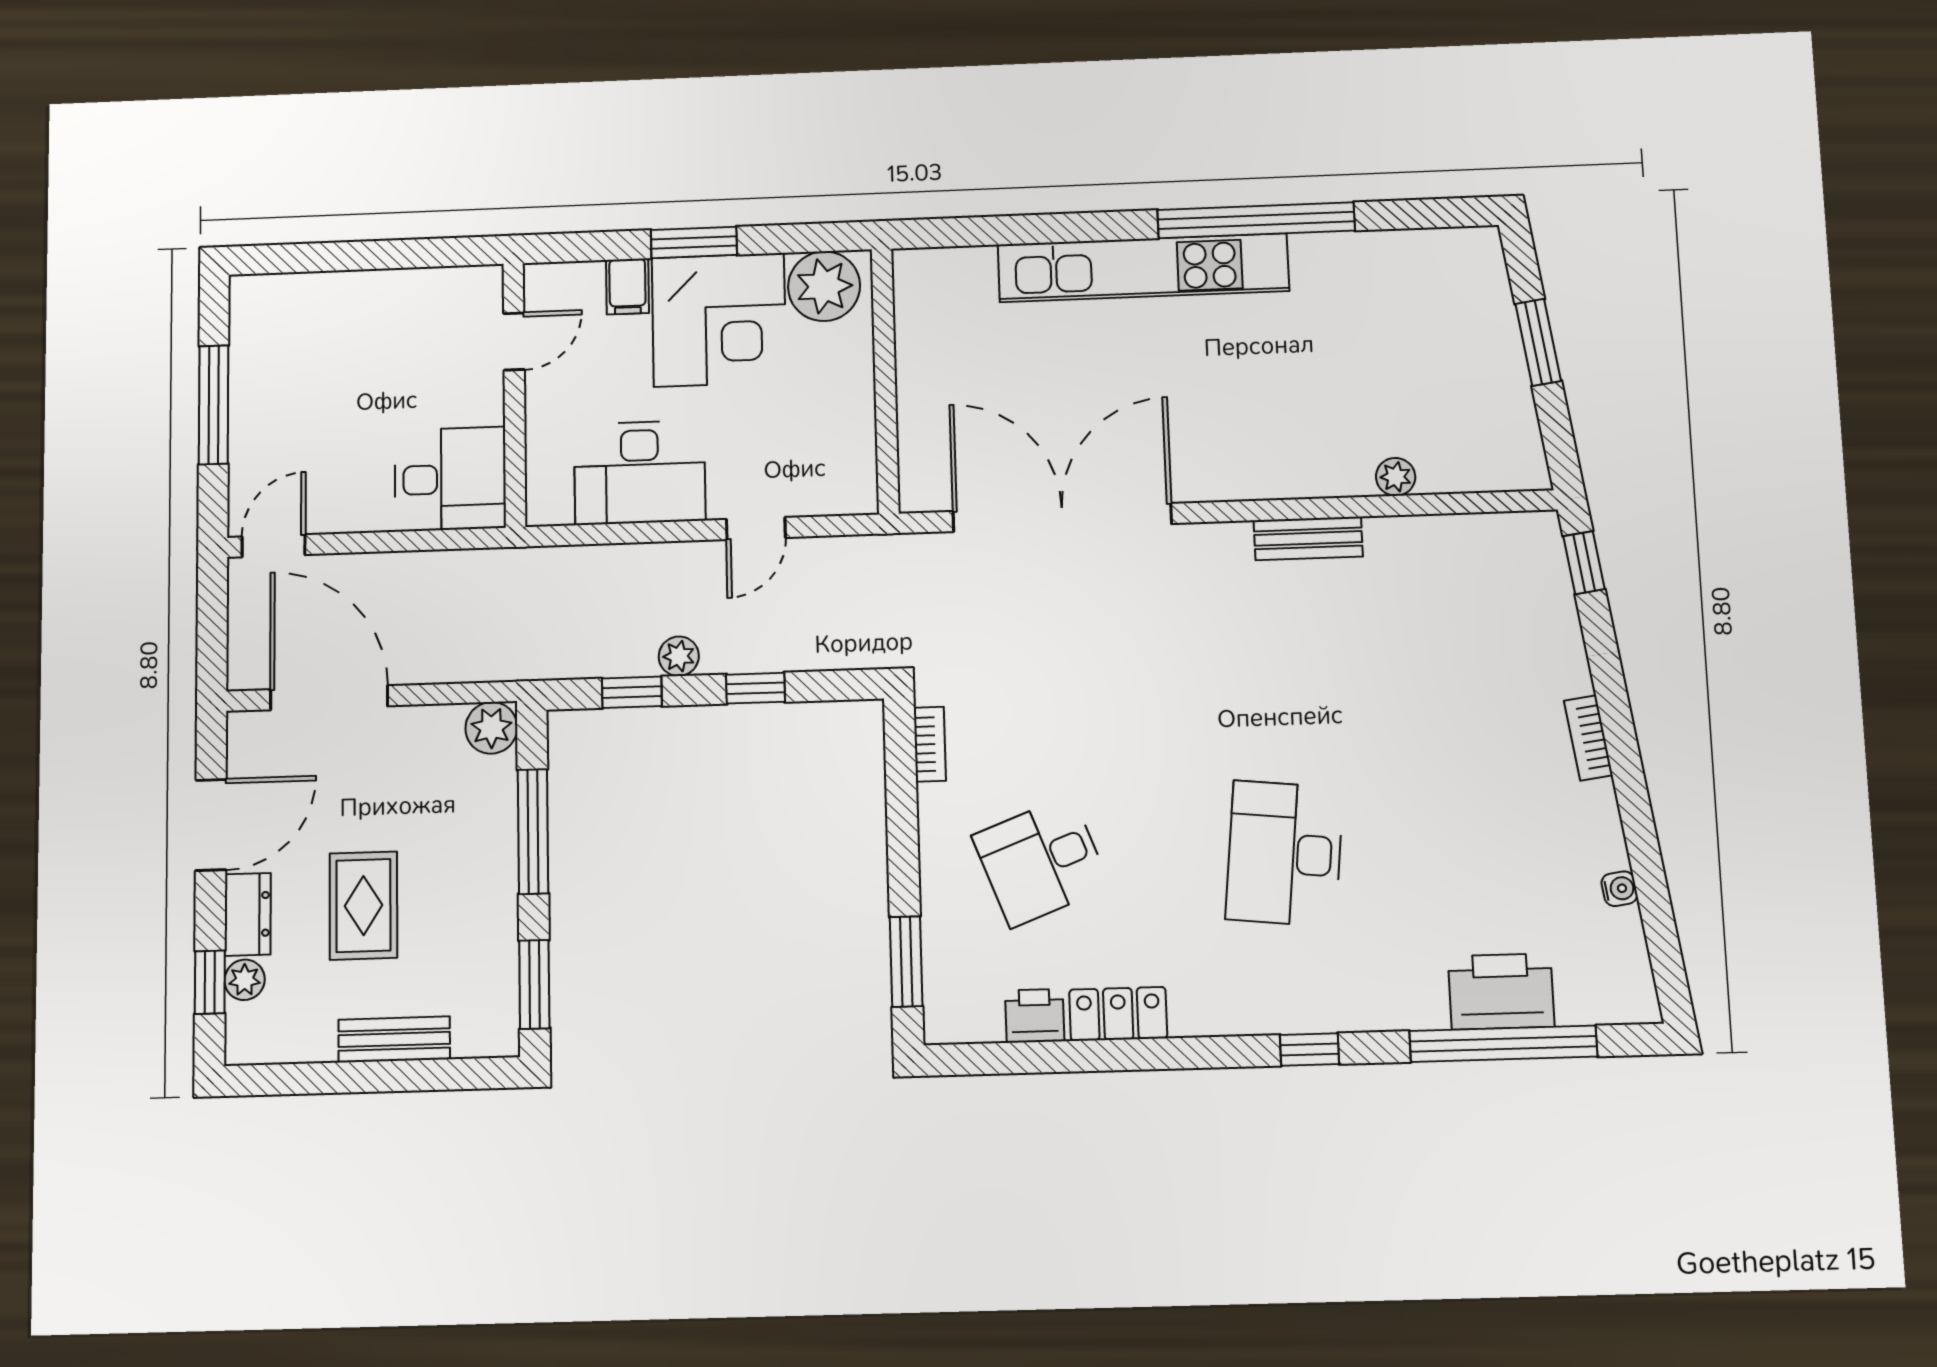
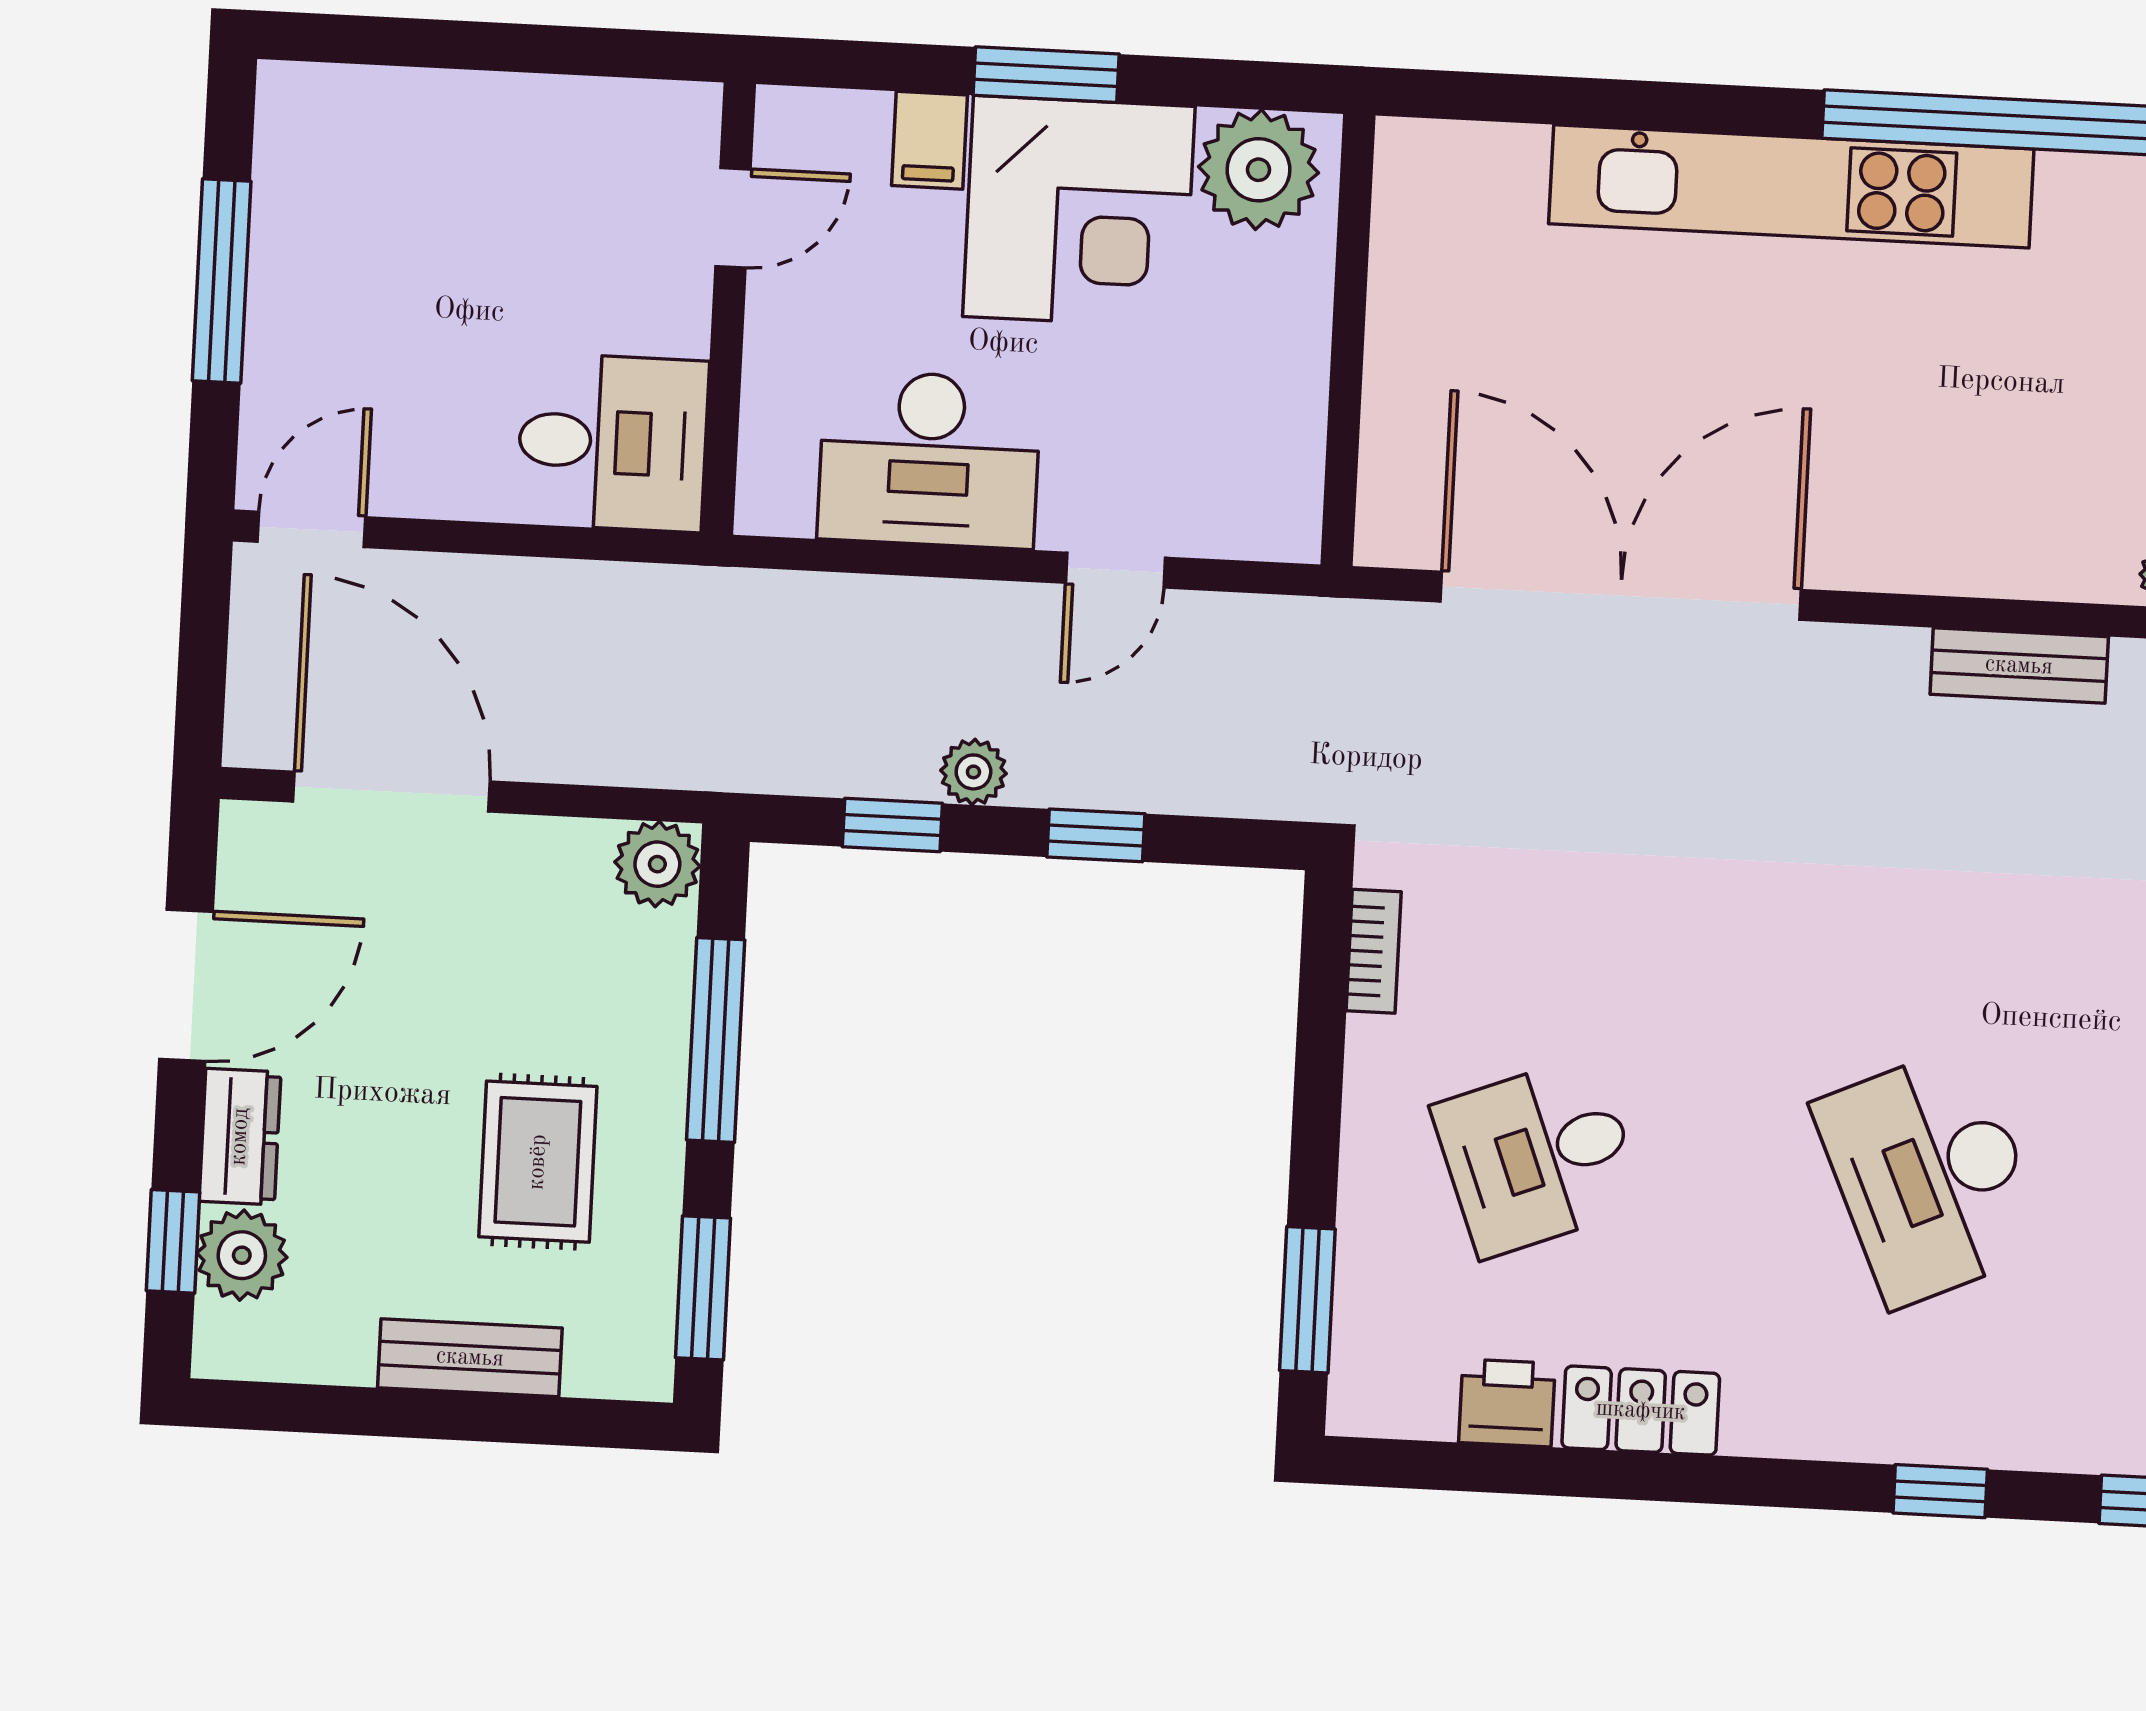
desk: (1284, 853) -> (1931, 1176), turned -30
rug: (363, 906) -> (538, 1162), moved
plant: (245, 980) -> (242, 1255), width x1.38, depth x1.38

